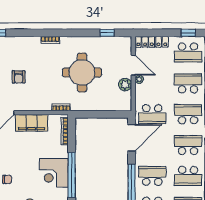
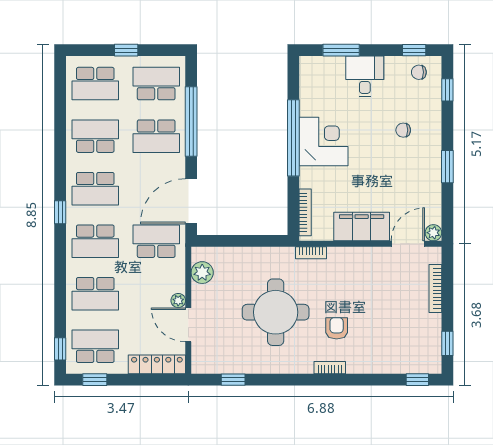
armchair: (19, 77) -> (337, 328), moved
plant: (125, 85) -> (202, 273), moved

